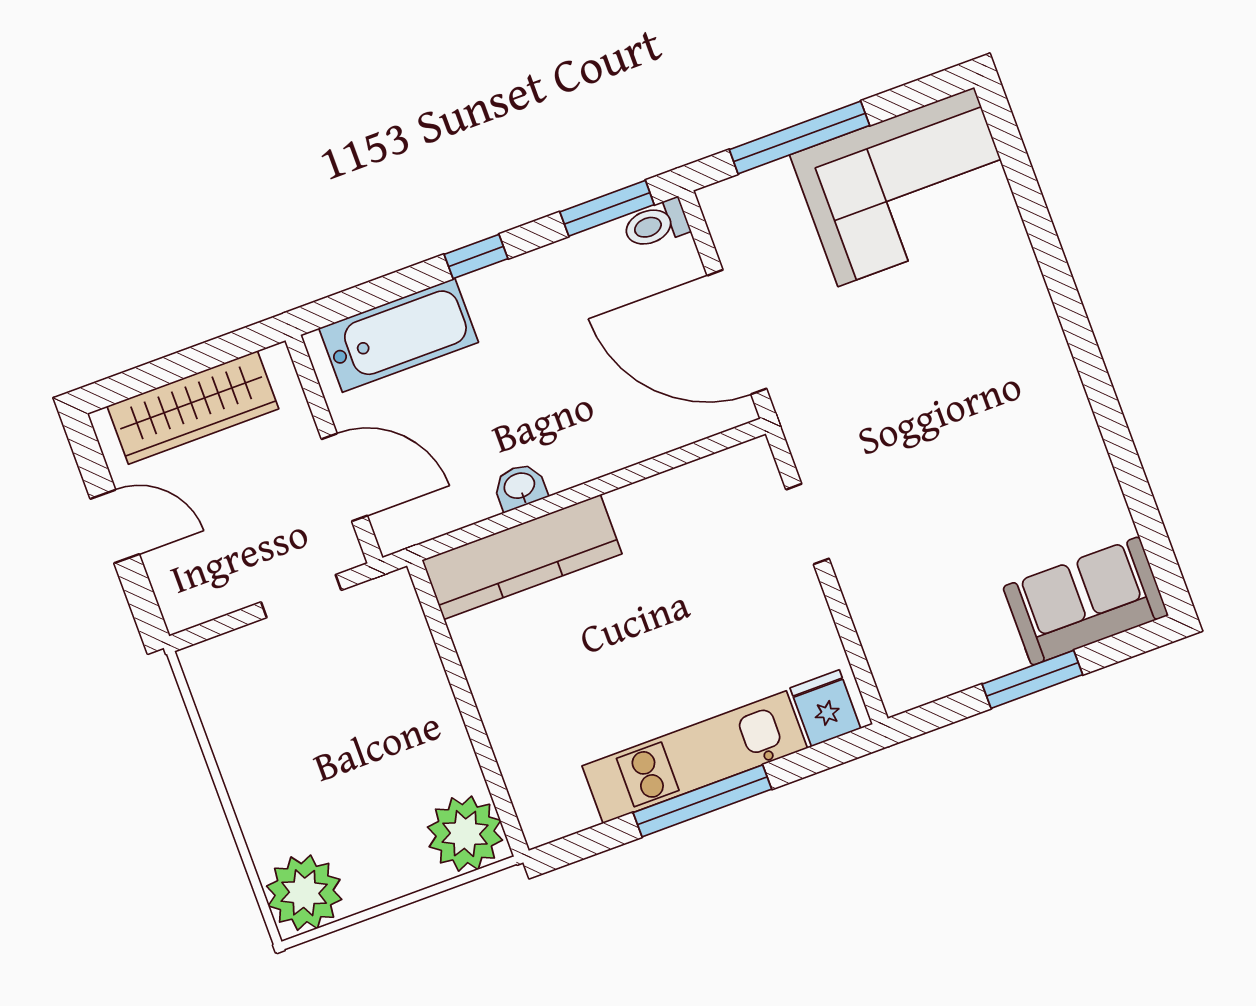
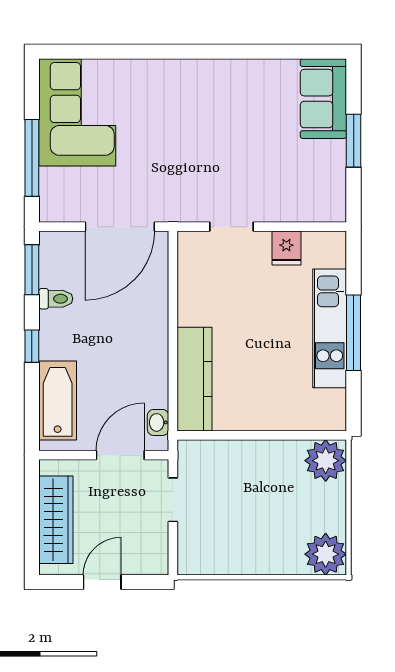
toilet: (656, 224) -> (56, 299), moved, turned -90
washbasin: (520, 487) -> (158, 422), moved
fridge: (825, 708) -> (286, 248), moved, turned -90

